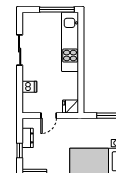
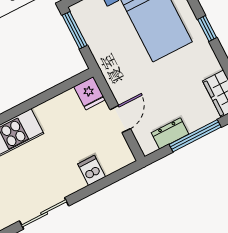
door: (49, 116) -> (120, 119), hinge flipped
window: (20, 151) -> (195, 136), width x2.17

